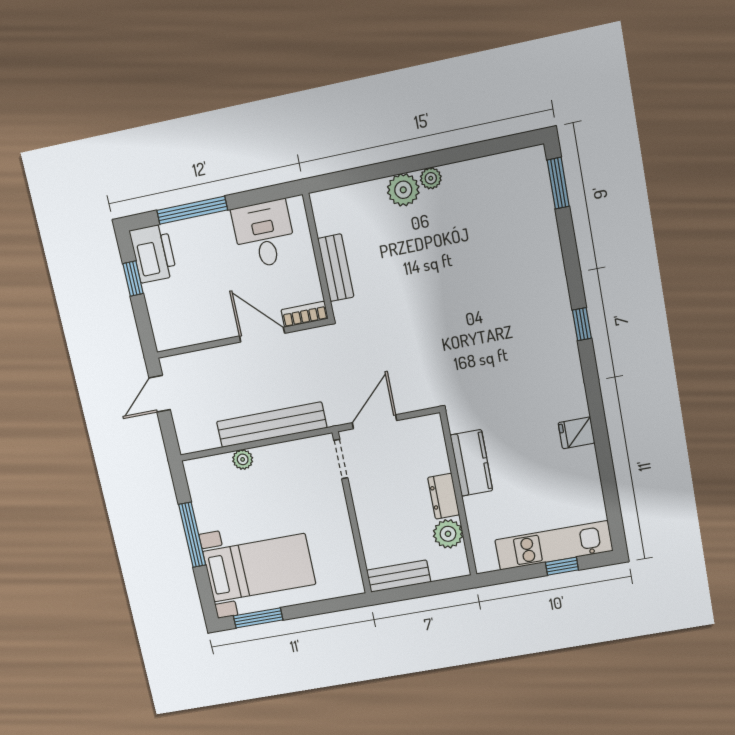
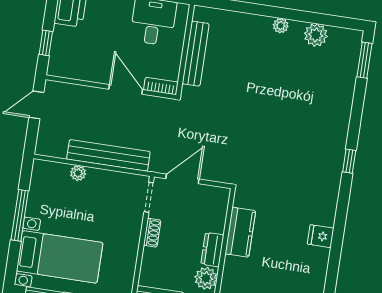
plant: (403, 190) -> (316, 35), moved
bench: (336, 268) -> (196, 54), width x1.36
window: (133, 279) -> (46, 43), moved
shoe rack: (361, 501) -> (152, 233), added

